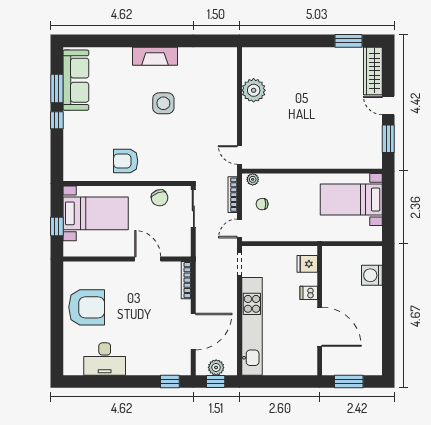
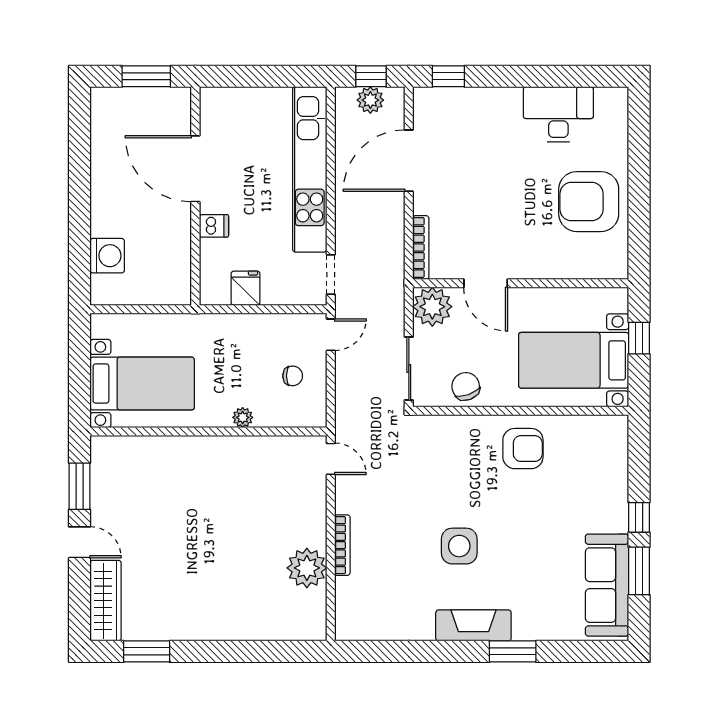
window: (132, 41) -> (513, 651), added
plant: (253, 179) -> (243, 417), moved
bookcase: (233, 195) -> (342, 545), moved
plant: (179, 245) -> (432, 307), added
fridge: (307, 264) -> (246, 288), moved, turned -90

